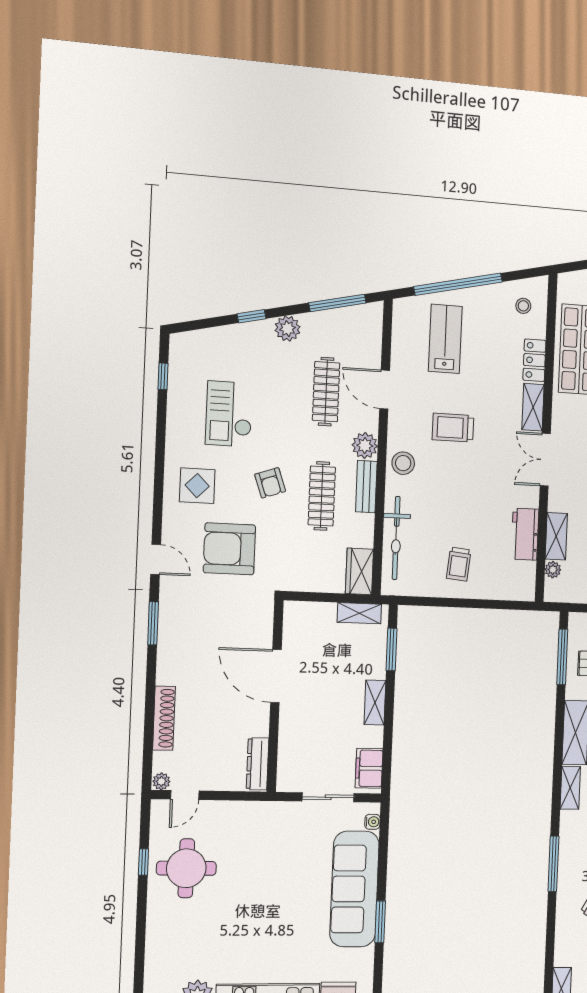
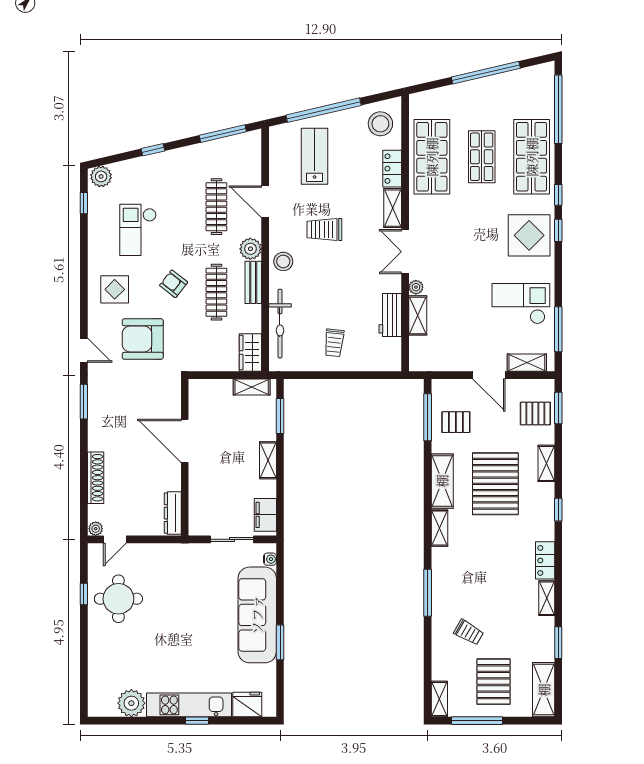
stool: (523, 306) -> (380, 124), width x1.89, depth x1.89
plant: (288, 329) -> (101, 176), moved
armchair: (270, 483) -> (174, 284), turned 147
plant: (553, 570) -> (416, 287), moved

